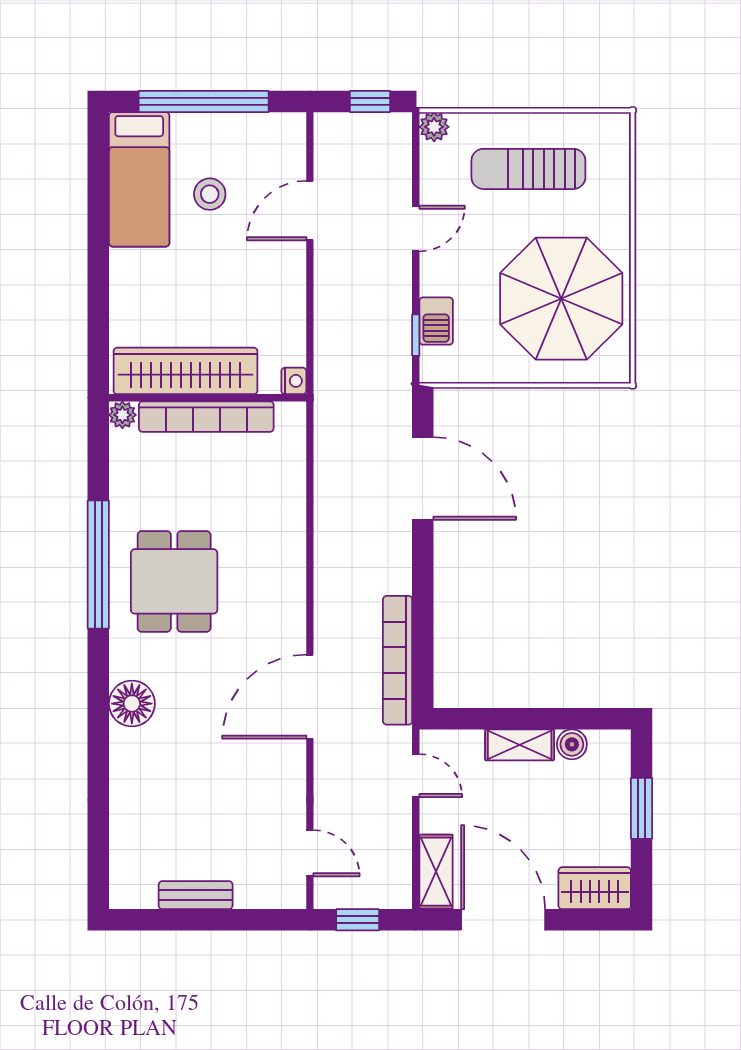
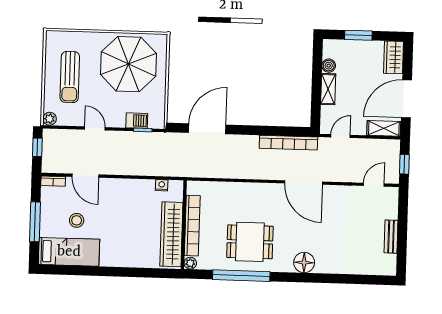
window: (204, 101) -> (35, 222), width x0.68
bookcase: (296, 139) -> (53, 181), added
wardrobe: (186, 371) -> (171, 234), moved
wall: (208, 398) -> (184, 225), moved
plant: (122, 415) -> (190, 263), moved
bookcase: (206, 417) -> (192, 226), moved

